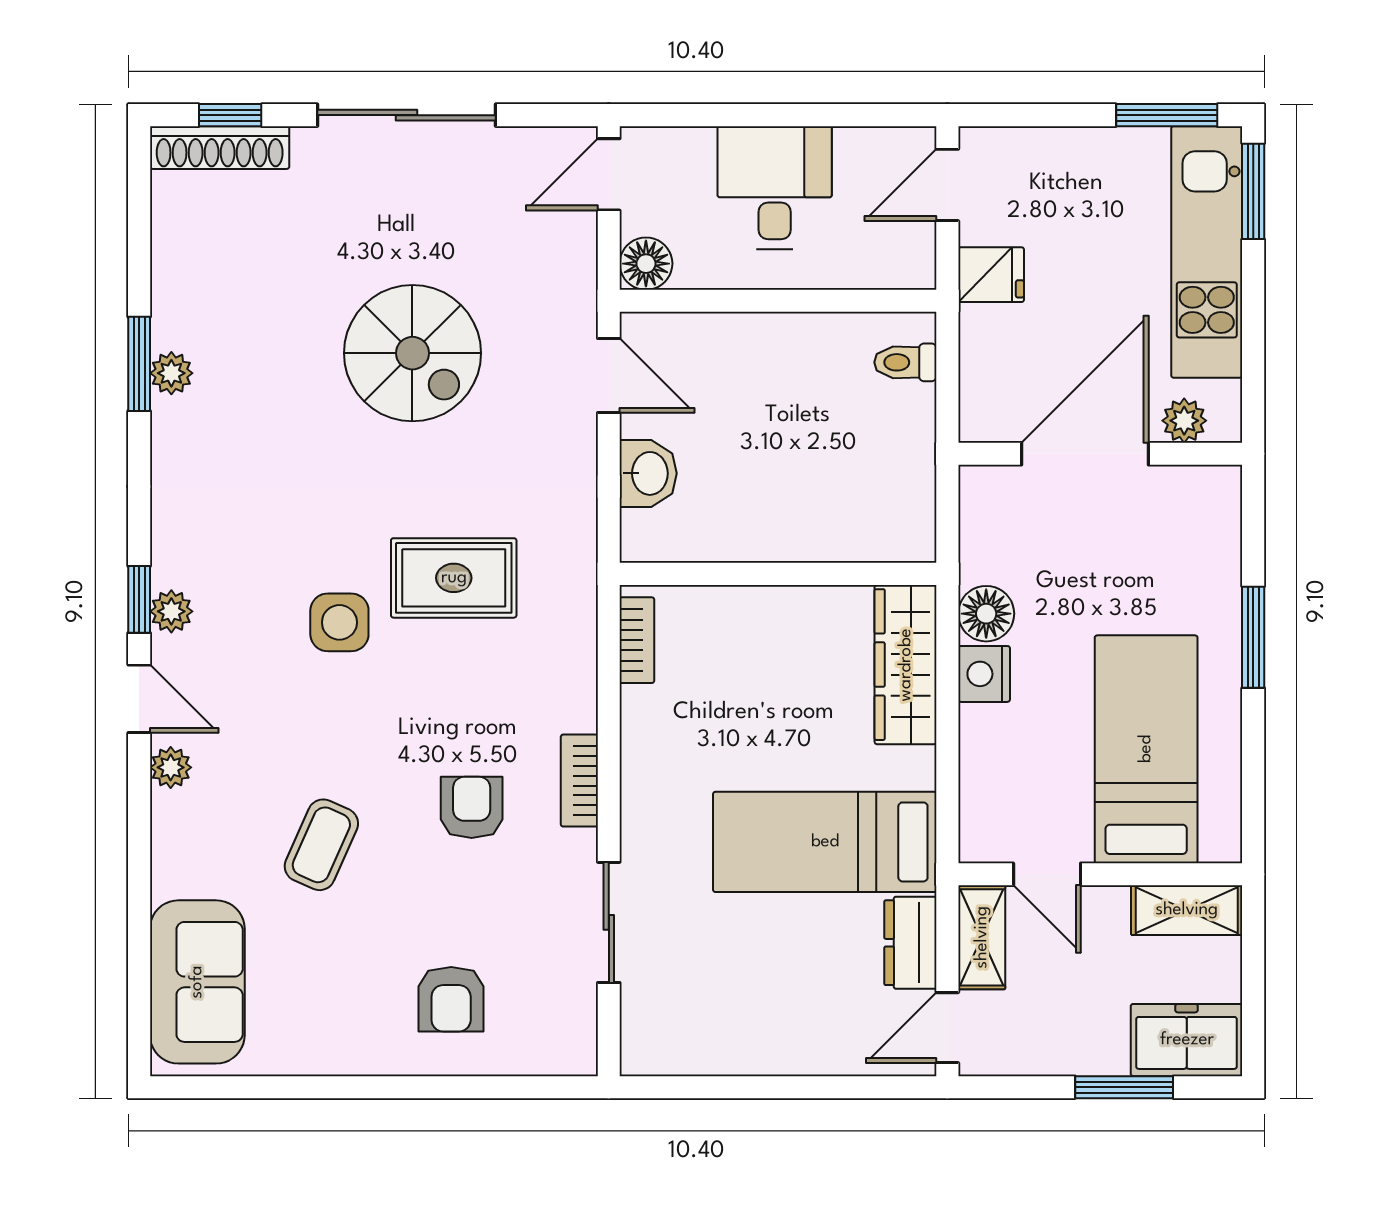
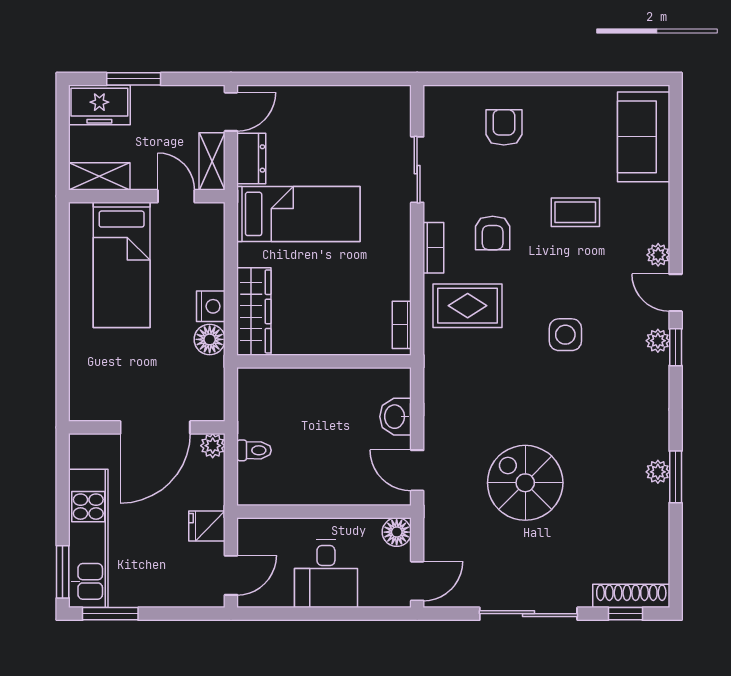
toilet: (905, 362) -> (254, 450), moved
plant: (1184, 421) -> (213, 446), moved
rug: (454, 578) -> (468, 306), moved
window: (1253, 637) -> (63, 327), removed
coffee table: (321, 845) -> (575, 212), turned 66

